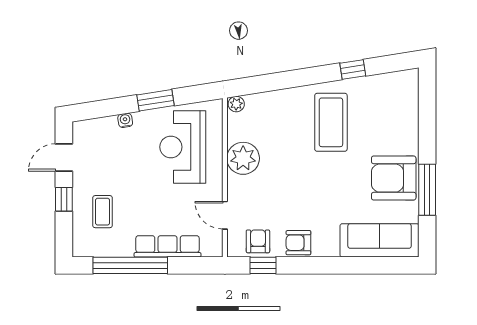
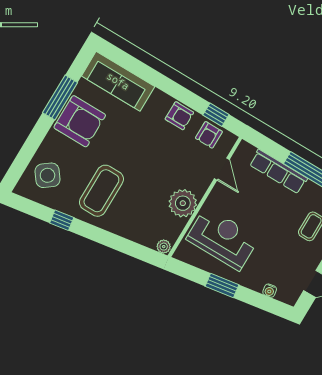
side table: (393, 105) -> (47, 175), added
water cooler: (125, 120) -> (270, 291), moved
reception desk: (183, 147) -> (223, 239), turned -90

